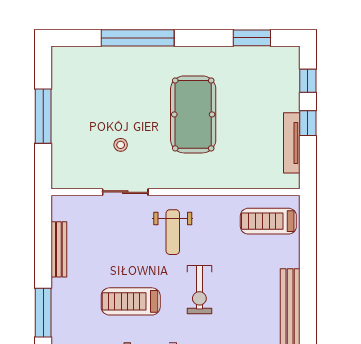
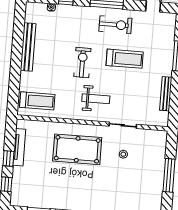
pool table: (193, 114) -> (77, 149), moved, turned 90
weight bench: (173, 232) -> (96, 99), turned 90

